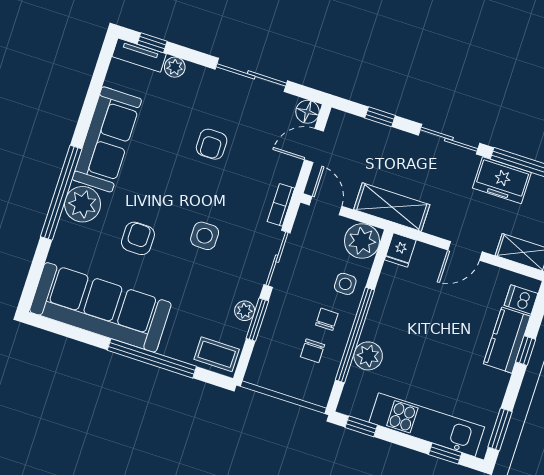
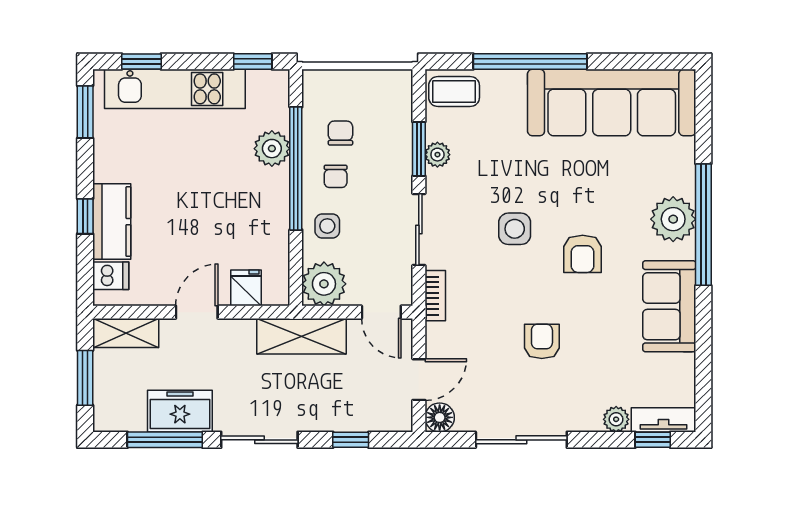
sofa: (107, 139) -> (669, 306), width x0.73
armchair: (138, 238) -> (583, 254), moved
fridge: (400, 250) -> (246, 288), moved

